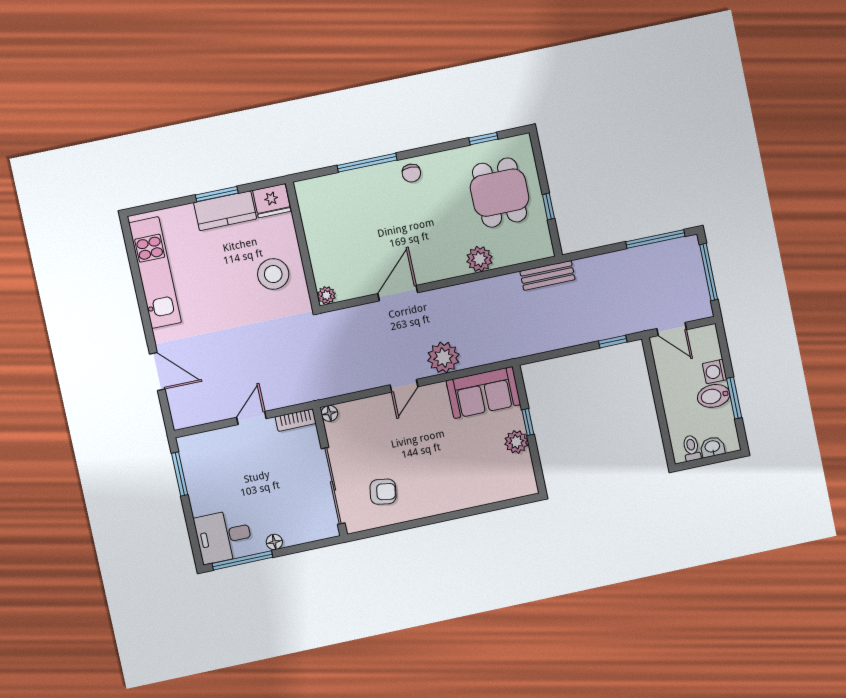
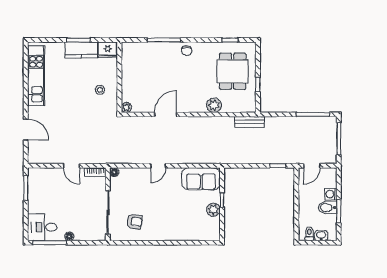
stool: (273, 274) -> (100, 90), width x0.53, depth x0.53
door: (672, 329) -> (312, 166), hinge flipped
plant: (443, 357) -> (183, 155), removed
door: (251, 418) -> (71, 166), swing flipped

